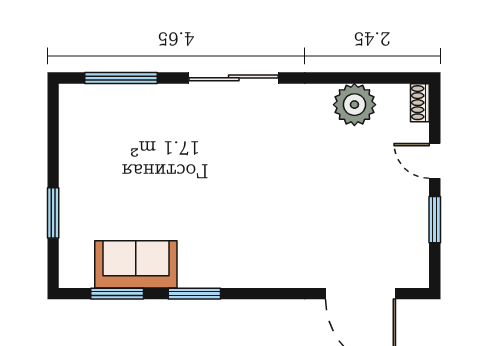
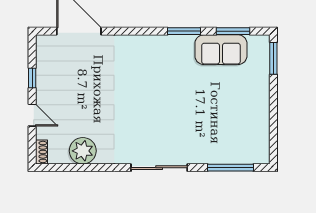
window: (53, 213) -> (273, 58), moved
window: (435, 220) -> (32, 78), width x0.67

